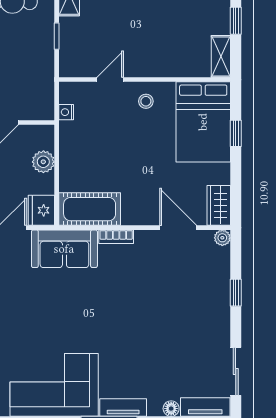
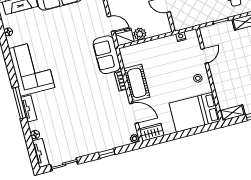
door: (110, 80) -> (205, 56), hinge flipped
window: (236, 133) -> (193, 131), removed
plant: (43, 162) -> (140, 34), moved
cot: (90, 209) -> (137, 83), moved
door: (178, 228) -> (134, 113), hinge flipped

